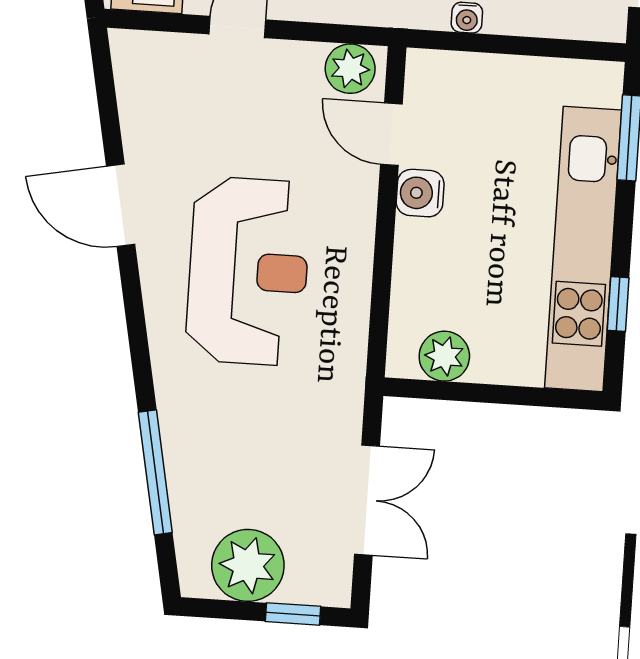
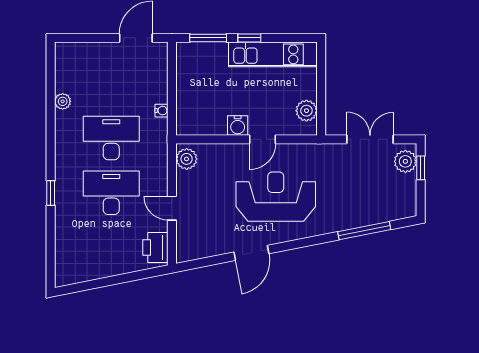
door: (391, 134) -> (263, 139), moved
kitchen unit: (583, 249) -> (273, 54), width x0.73
window: (618, 304) -> (249, 38), moved
plant: (248, 565) -> (405, 161), moved, width x0.73, depth x0.73

